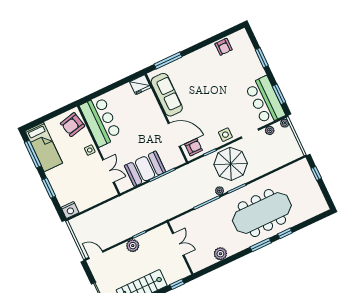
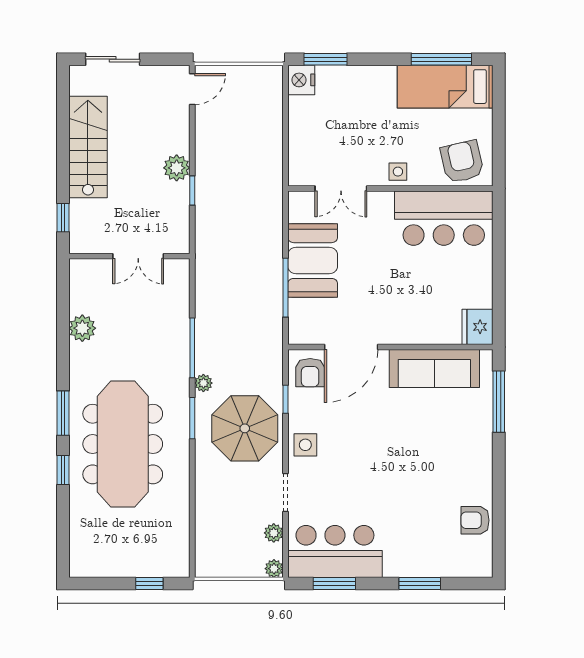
window: (49, 188) -> (325, 59), moved

